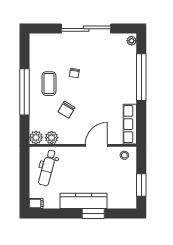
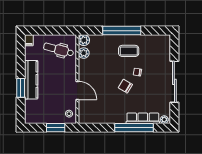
chair: (67, 110) -> (125, 86), moved
row of seats: (130, 124) -> (143, 118), moved
window: (141, 185) -> (56, 128), moved

